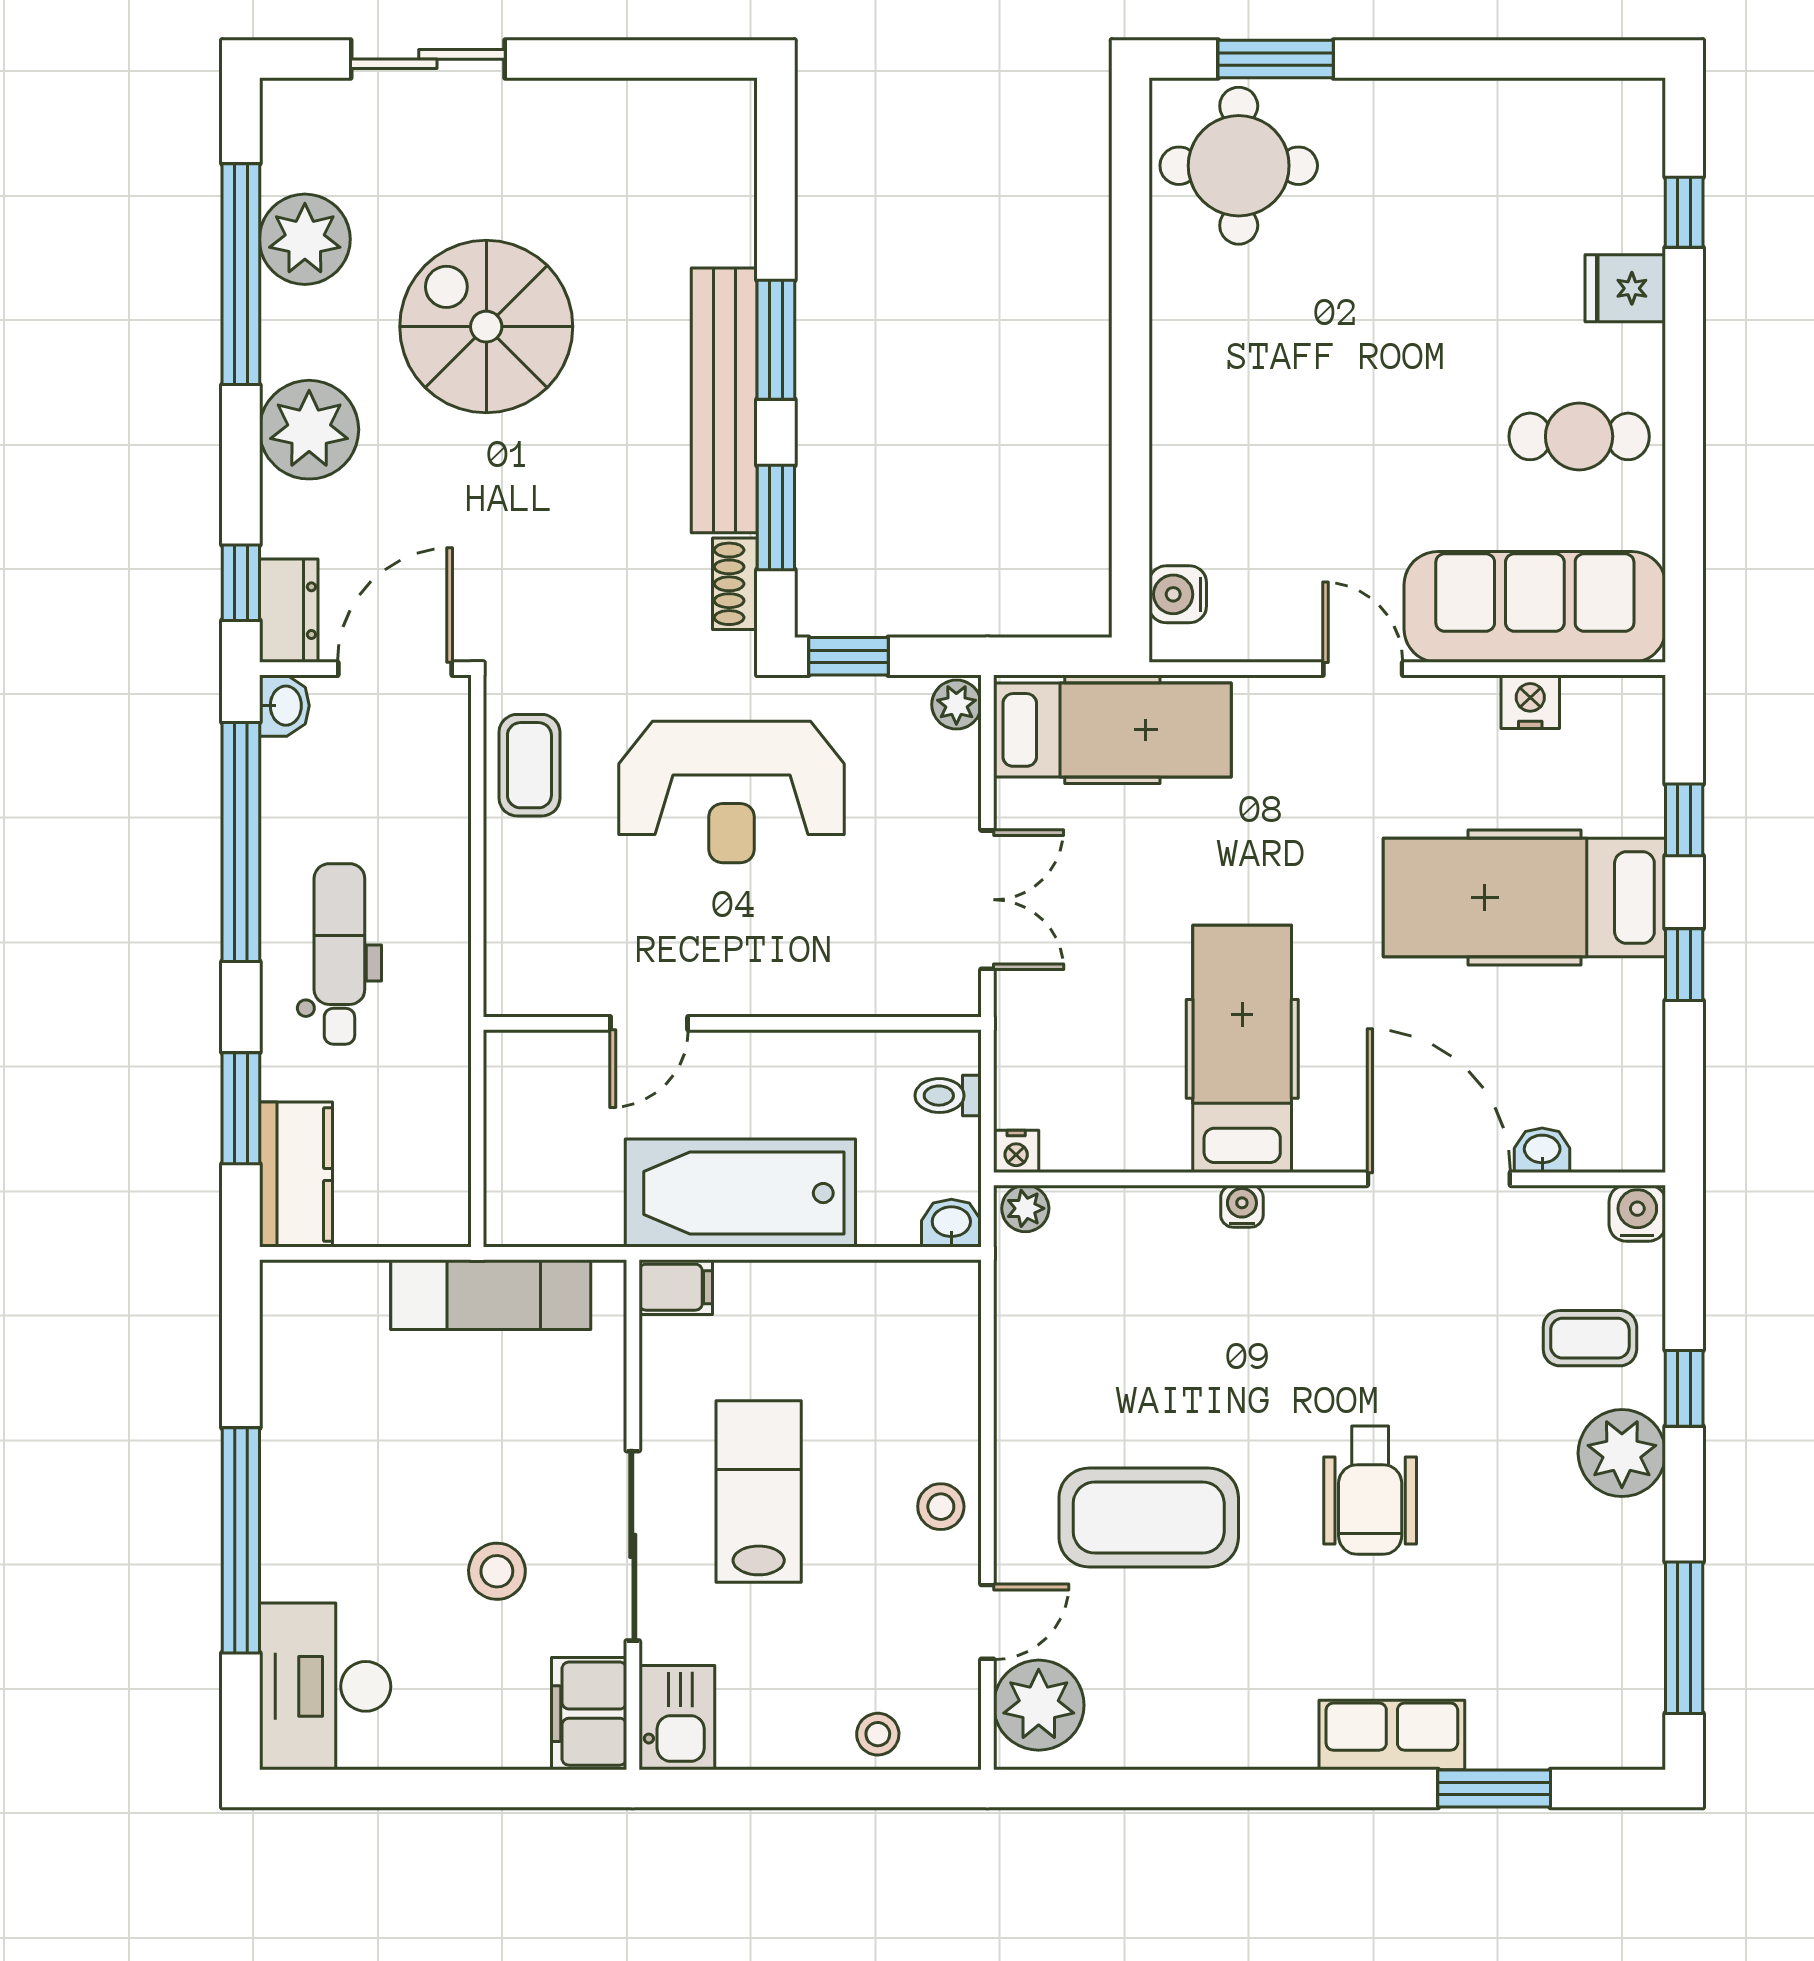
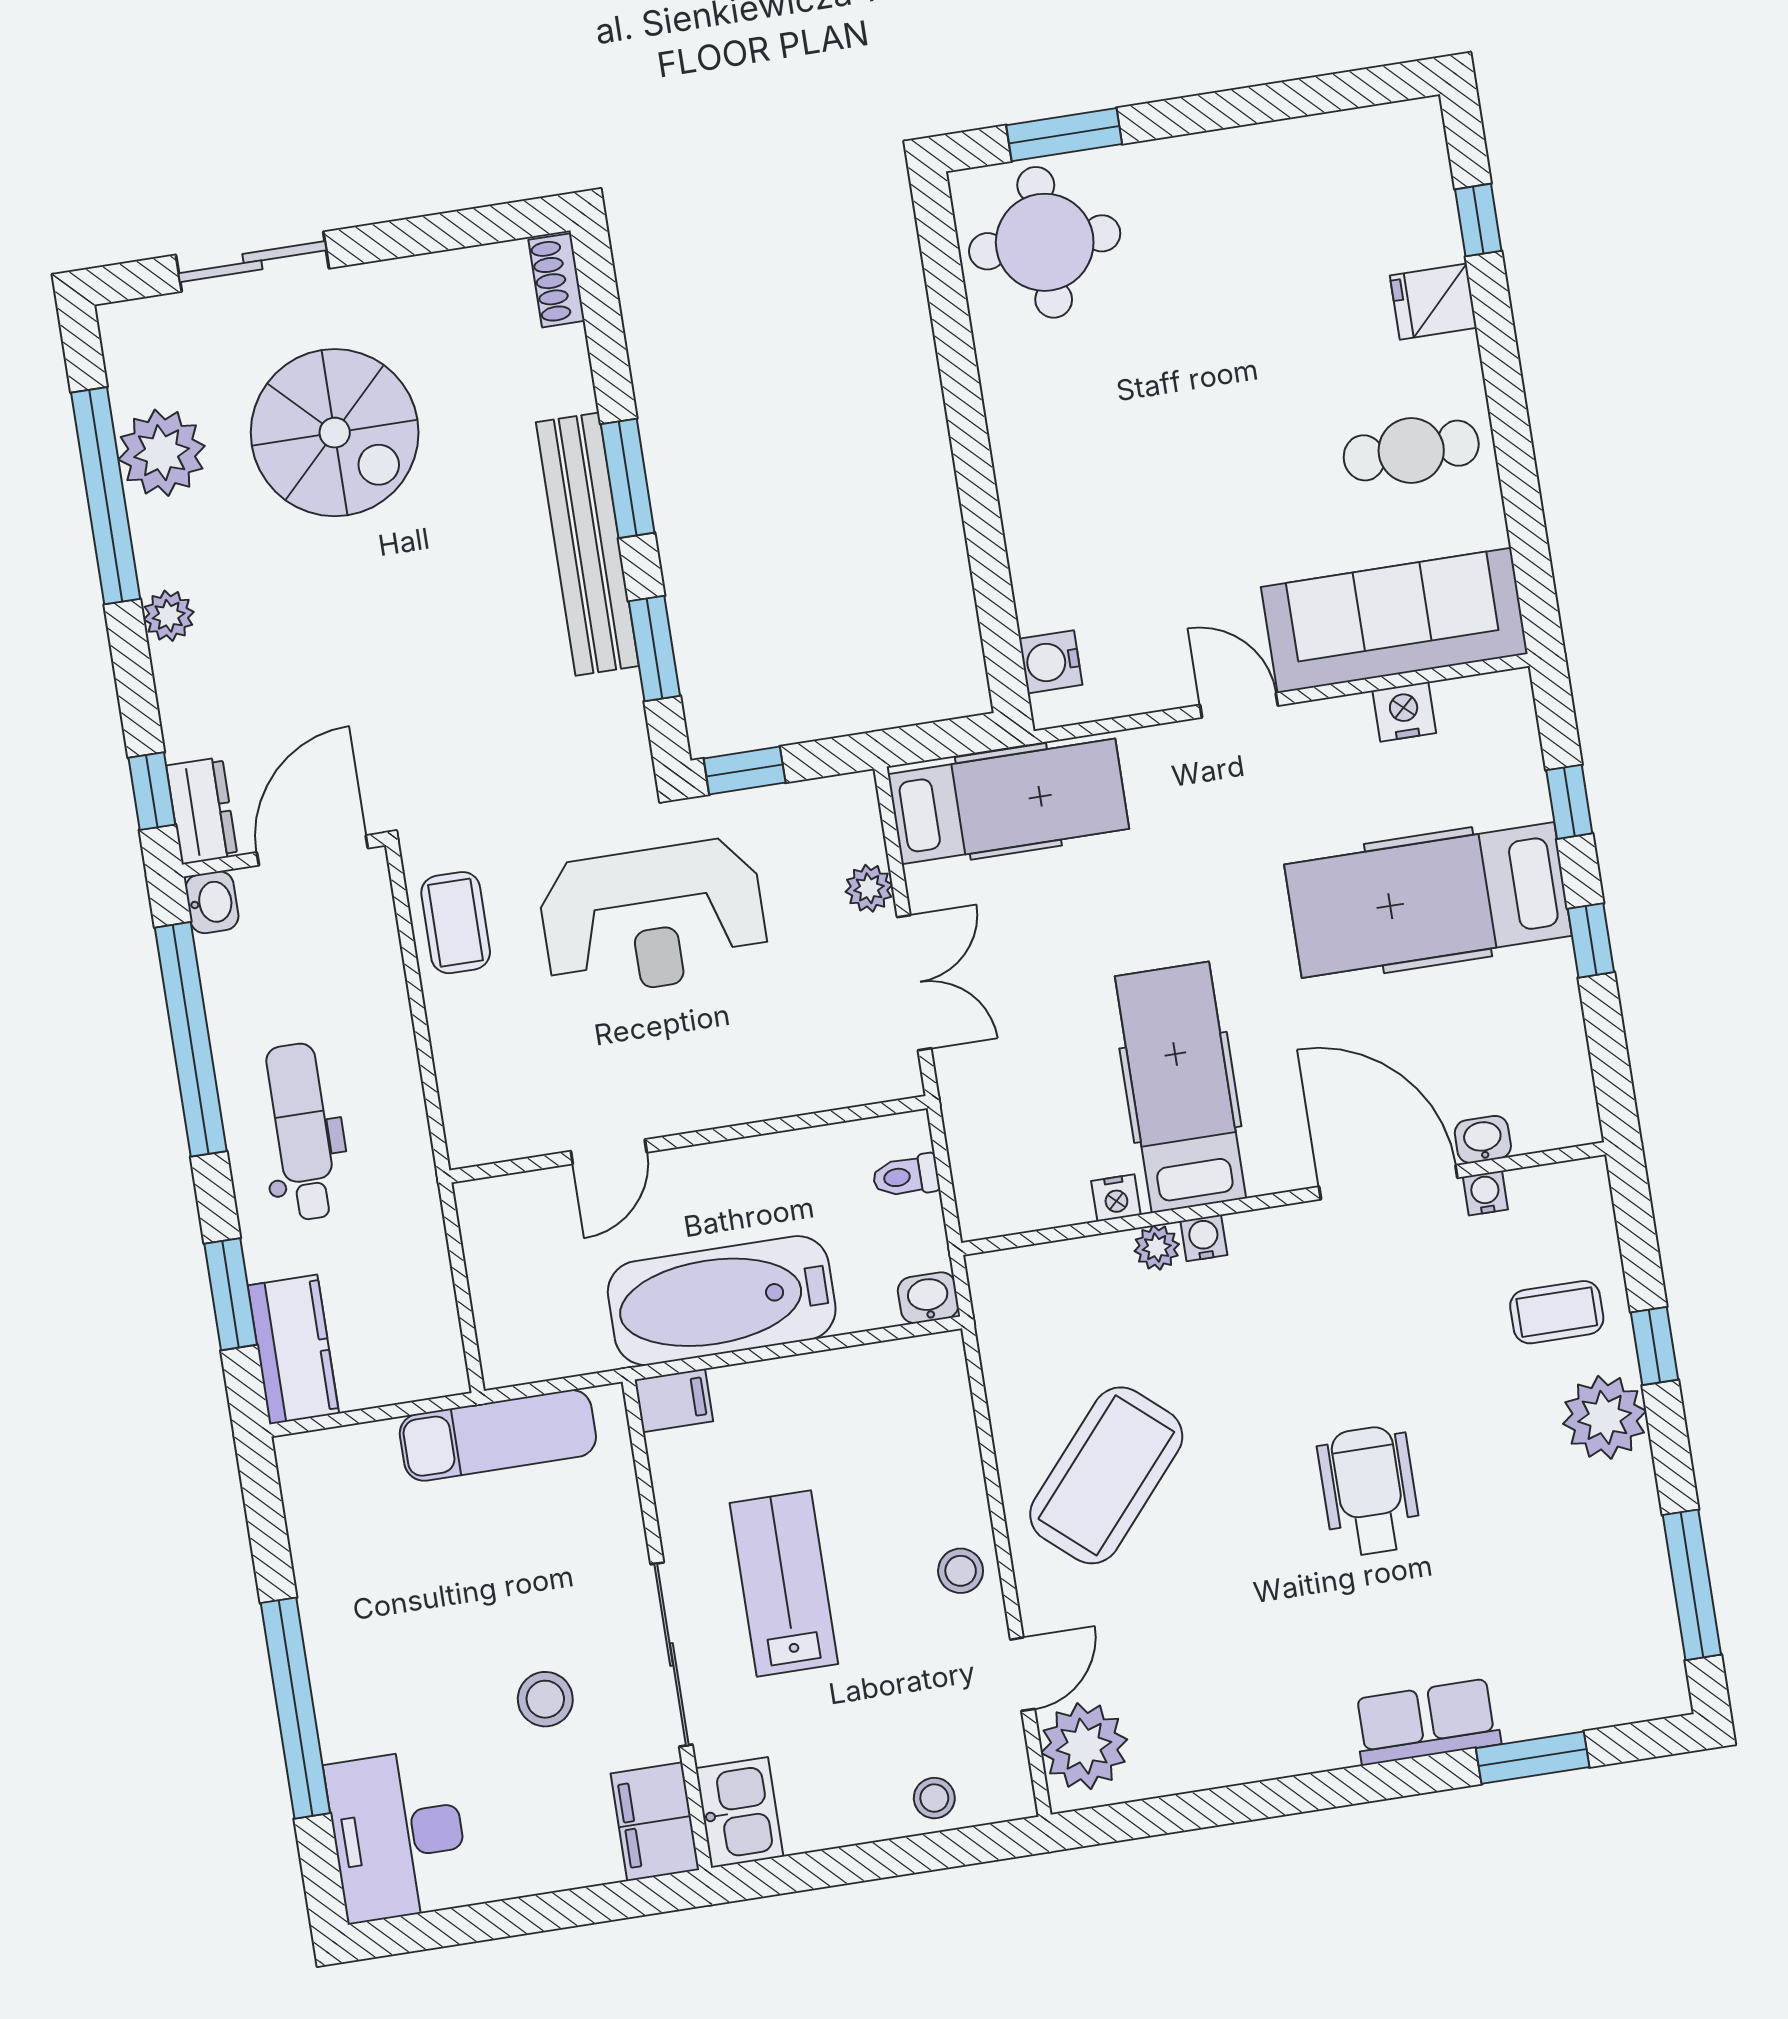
spiral stairs: (486, 327) -> (335, 433), moved, turned 180
plant: (309, 430) -> (169, 616), width x0.53, depth x0.53
shoe rack: (735, 584) -> (557, 280), moved
plant: (956, 705) -> (869, 888), moved
nightstand: (1016, 1151) -> (1116, 1198), moved
plant: (1025, 1208) -> (1157, 1248), moved
water cooler: (1637, 1213) -> (1485, 1193), moved, width x0.72, depth x0.72
wheelchair: (1370, 1490) -> (1369, 1491), turned 180
coffee table: (1149, 1517) -> (1106, 1475), moved, turned -49

